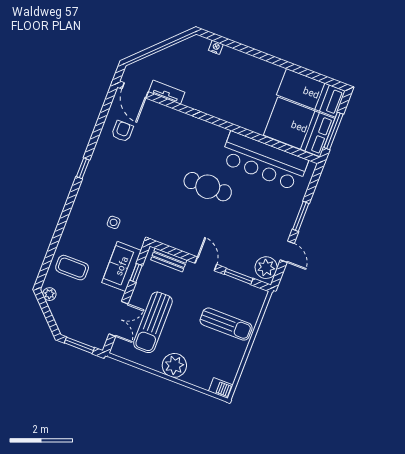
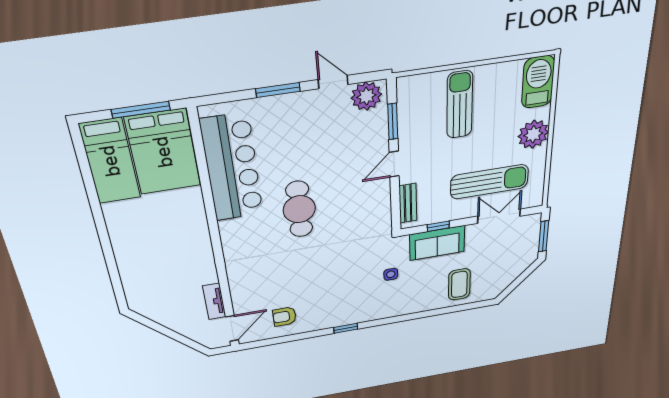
nightstand: (216, 47) -> (129, 284), removed
door: (287, 252) -> (333, 82), hinge flipped
plant: (49, 294) -> (497, 289), removed
barbecue: (221, 388) -> (538, 82), width x1.88, depth x1.53

